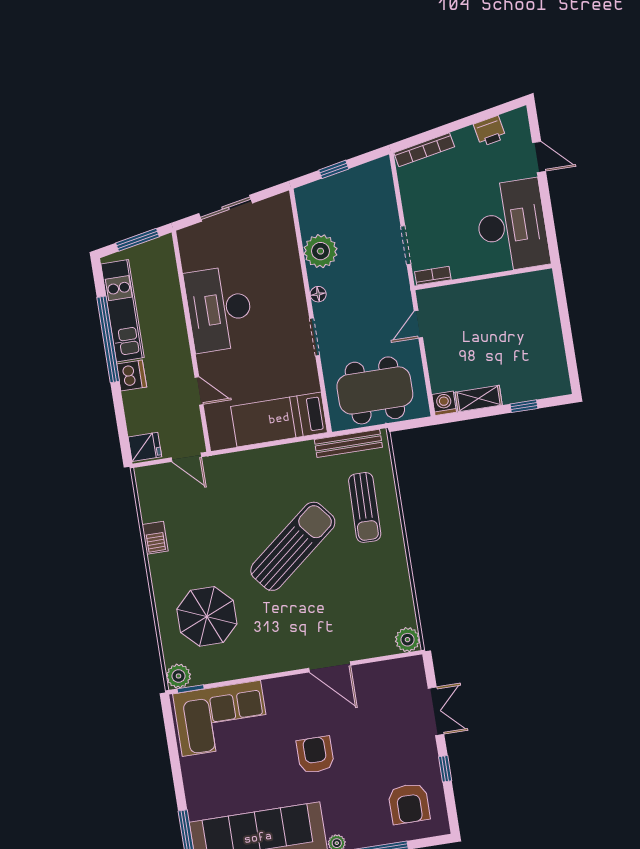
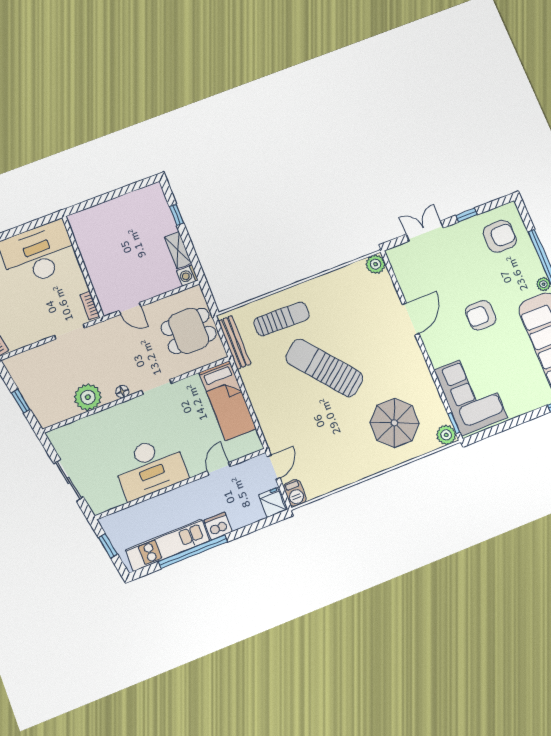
window: (138, 240) -> (108, 546), width x0.67
dining table: (375, 390) -> (189, 331), width x0.73
barbecue: (155, 538) -> (295, 493), moved, turned 90

